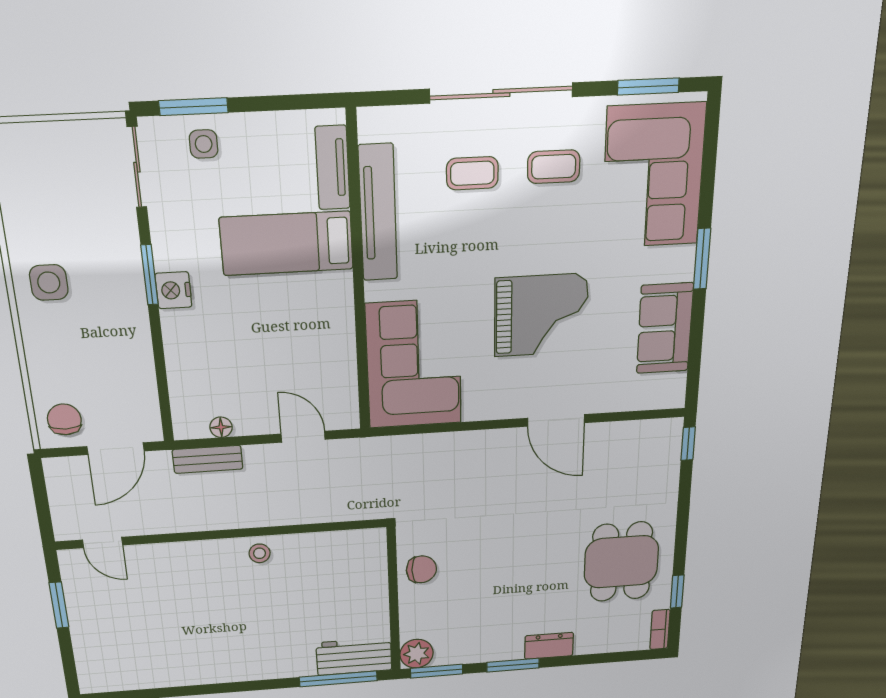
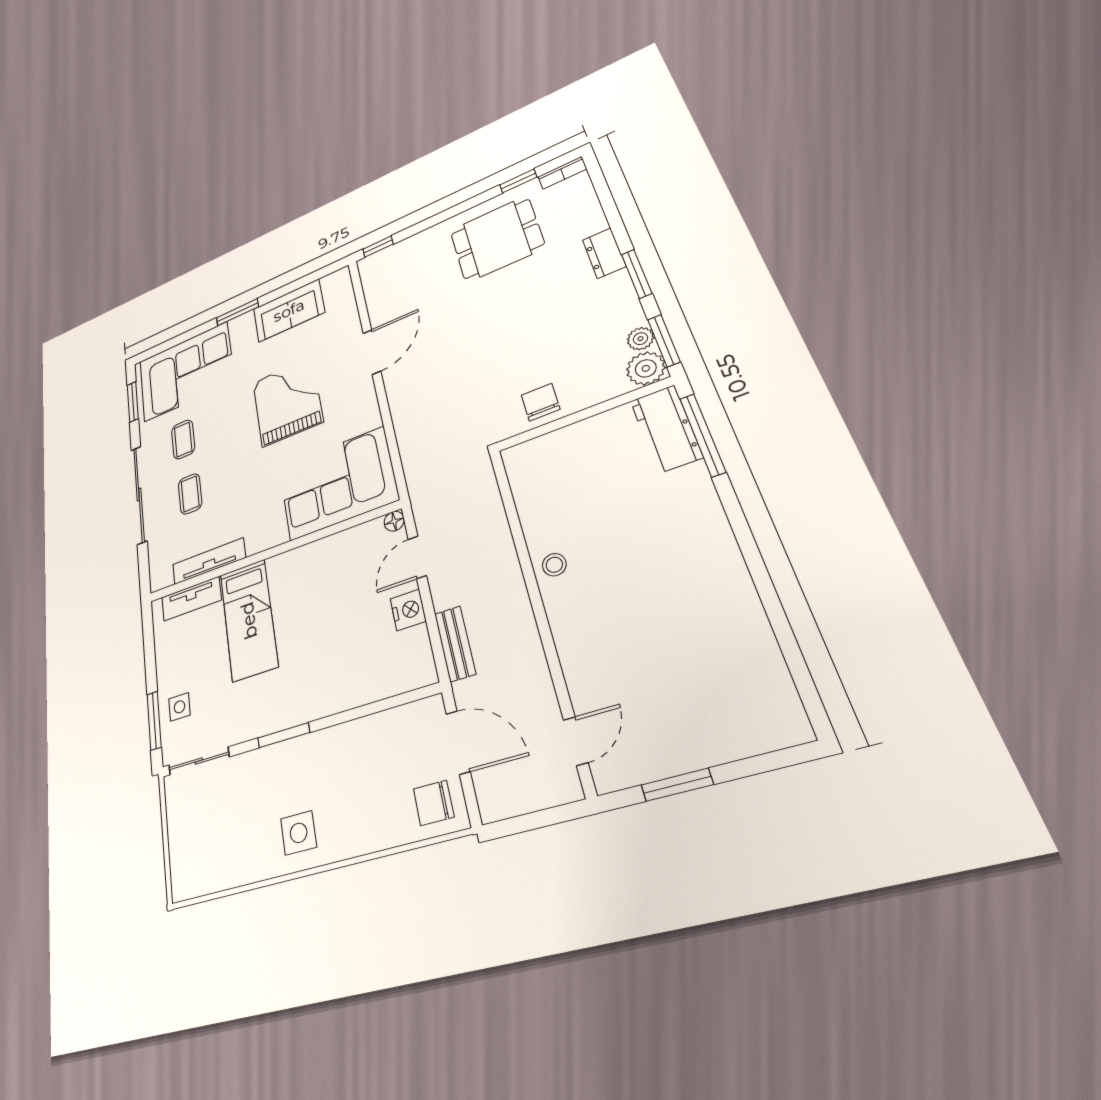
tv unit: (378, 213) -> (209, 561), width x0.73, depth x0.78
nightstand: (173, 290) -> (408, 610), moved, turned -90
floor lamp: (221, 427) -> (394, 521), moved
plant: (447, 656) -> (640, 339), added

